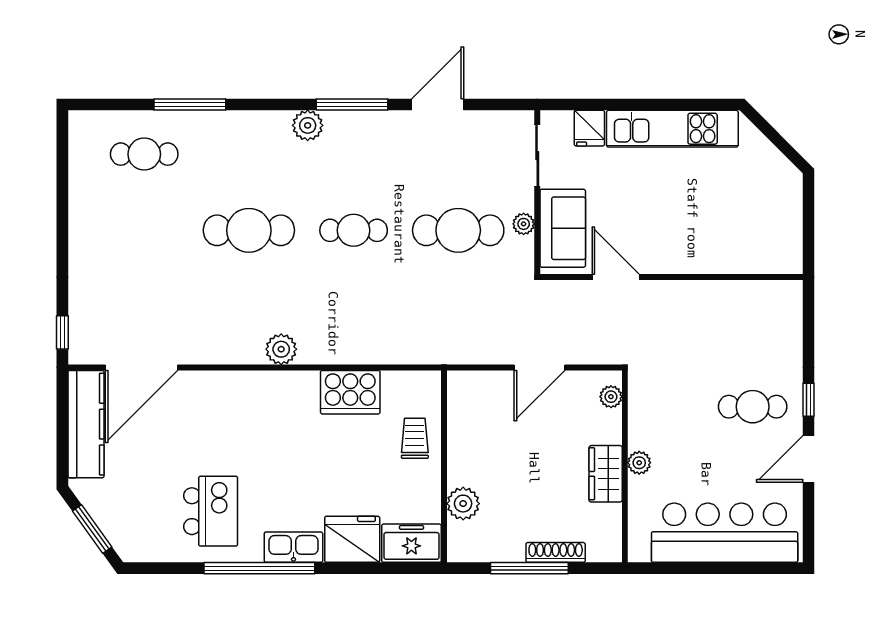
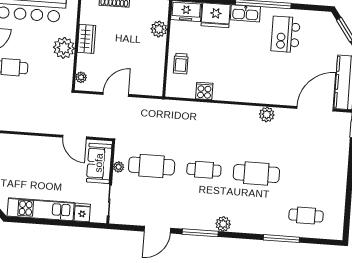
plant: (281, 349) -> (267, 114), moved
cooker: (350, 392) -> (204, 91), width x0.53, depth x0.76
plant: (639, 463) -> (64, 48), width x1.88, depth x1.88

